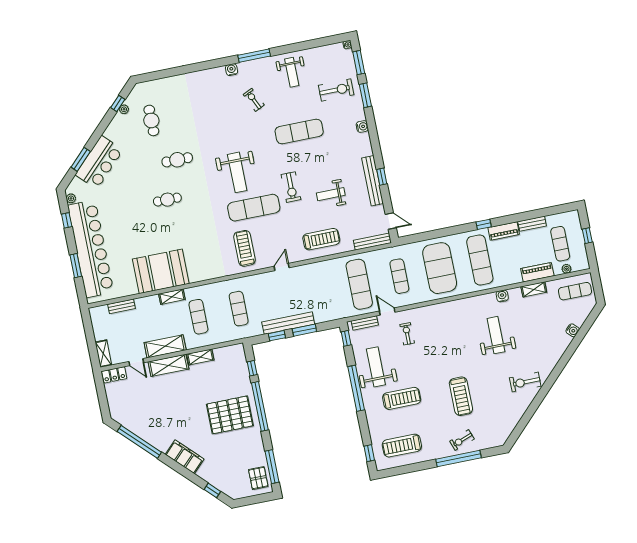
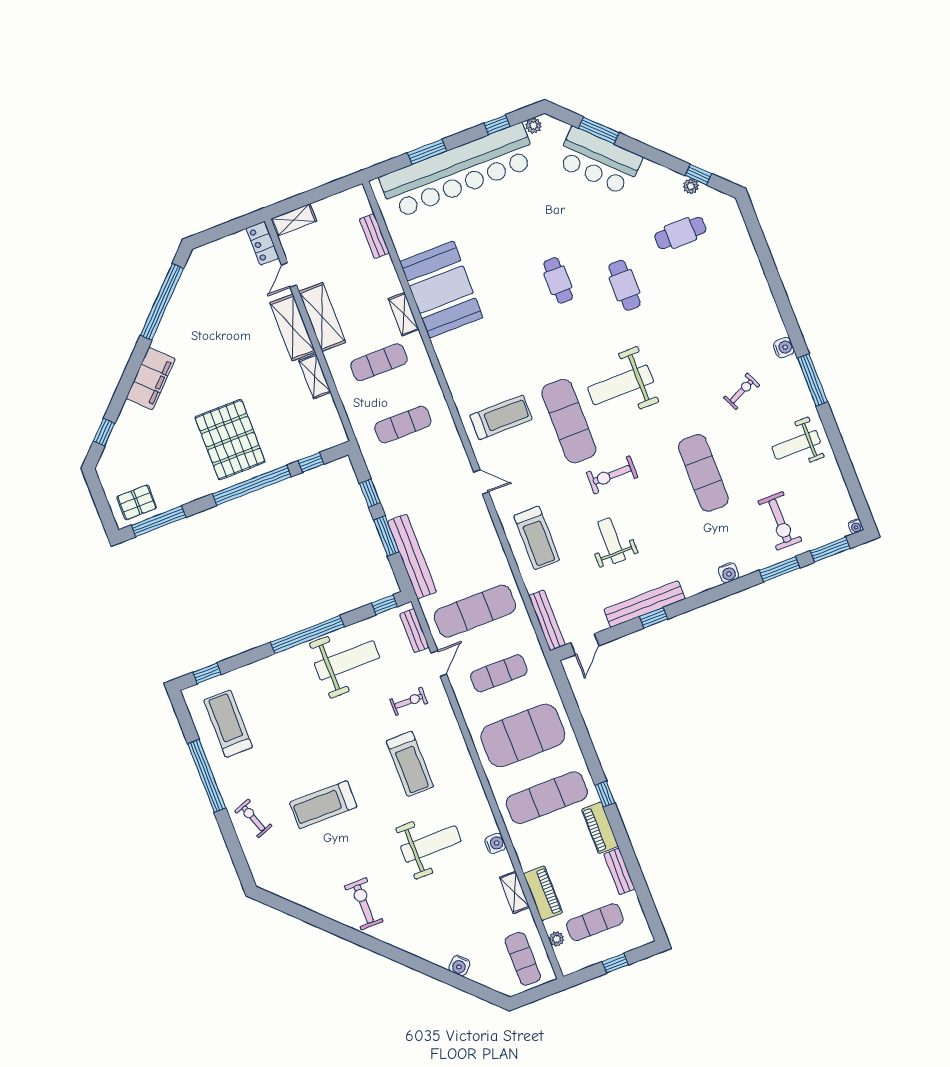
bench: (288, 323) -> (412, 557), moved
treadmill: (402, 398) -> (410, 764), moved
window: (458, 458) -> (207, 776), moved

